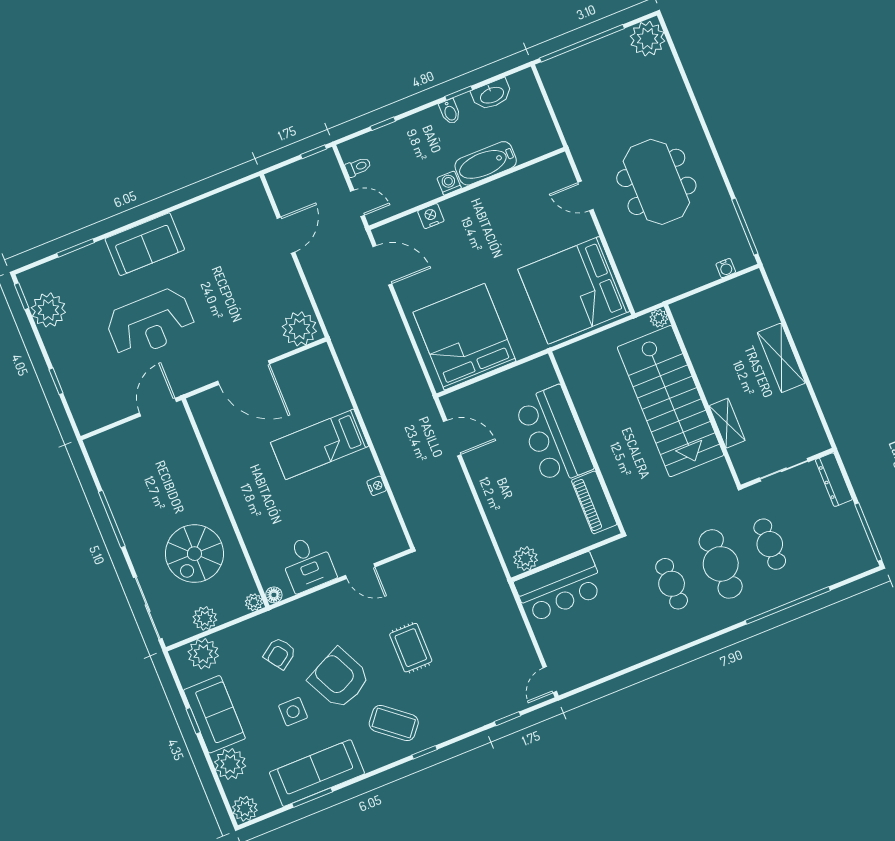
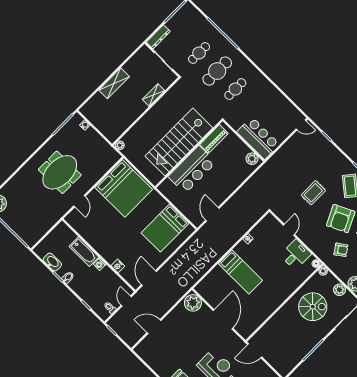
bed: (464, 337) -> (165, 228), width x0.73
stairs: (671, 401) -> (179, 142), moved, turned 180

